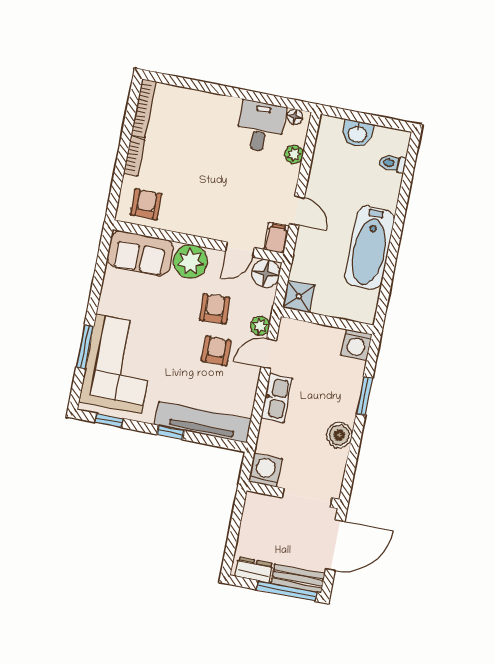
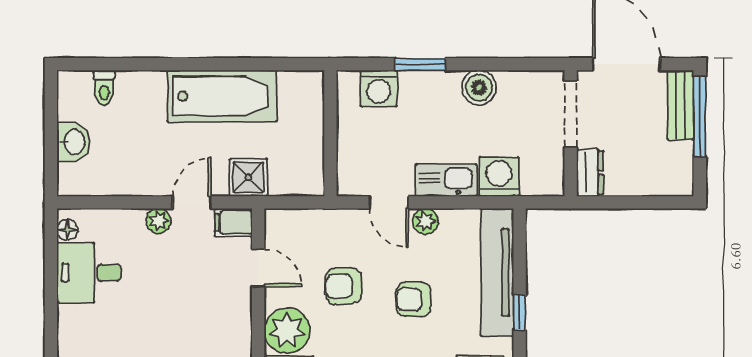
plant: (294, 154) -> (158, 221), moved
floor lamp: (266, 273) -> (283, 227), removed
shower: (299, 296) -> (248, 178), moved
plant: (260, 326) -> (425, 221), moved
washing machine: (356, 345) -> (379, 88), moved, turned 90
armchair: (216, 351) -> (413, 299), moved
washing machine: (265, 470) -> (499, 177), moved, turned 90
dresser: (254, 570) -> (590, 173), moved, turned 180

